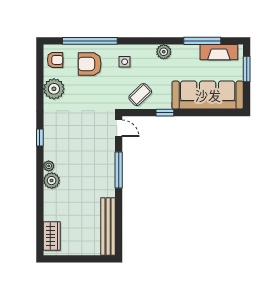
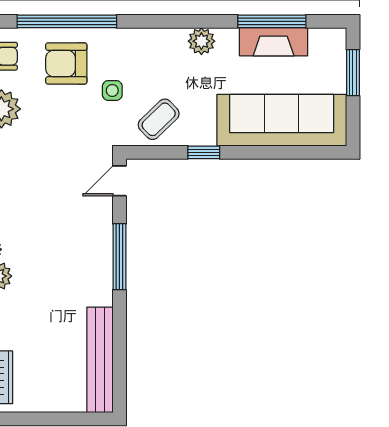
fireplace: (219, 52) -> (274, 42), moved
side table: (125, 62) -> (112, 90), moved
door: (119, 128) -> (119, 181), swing flipped

